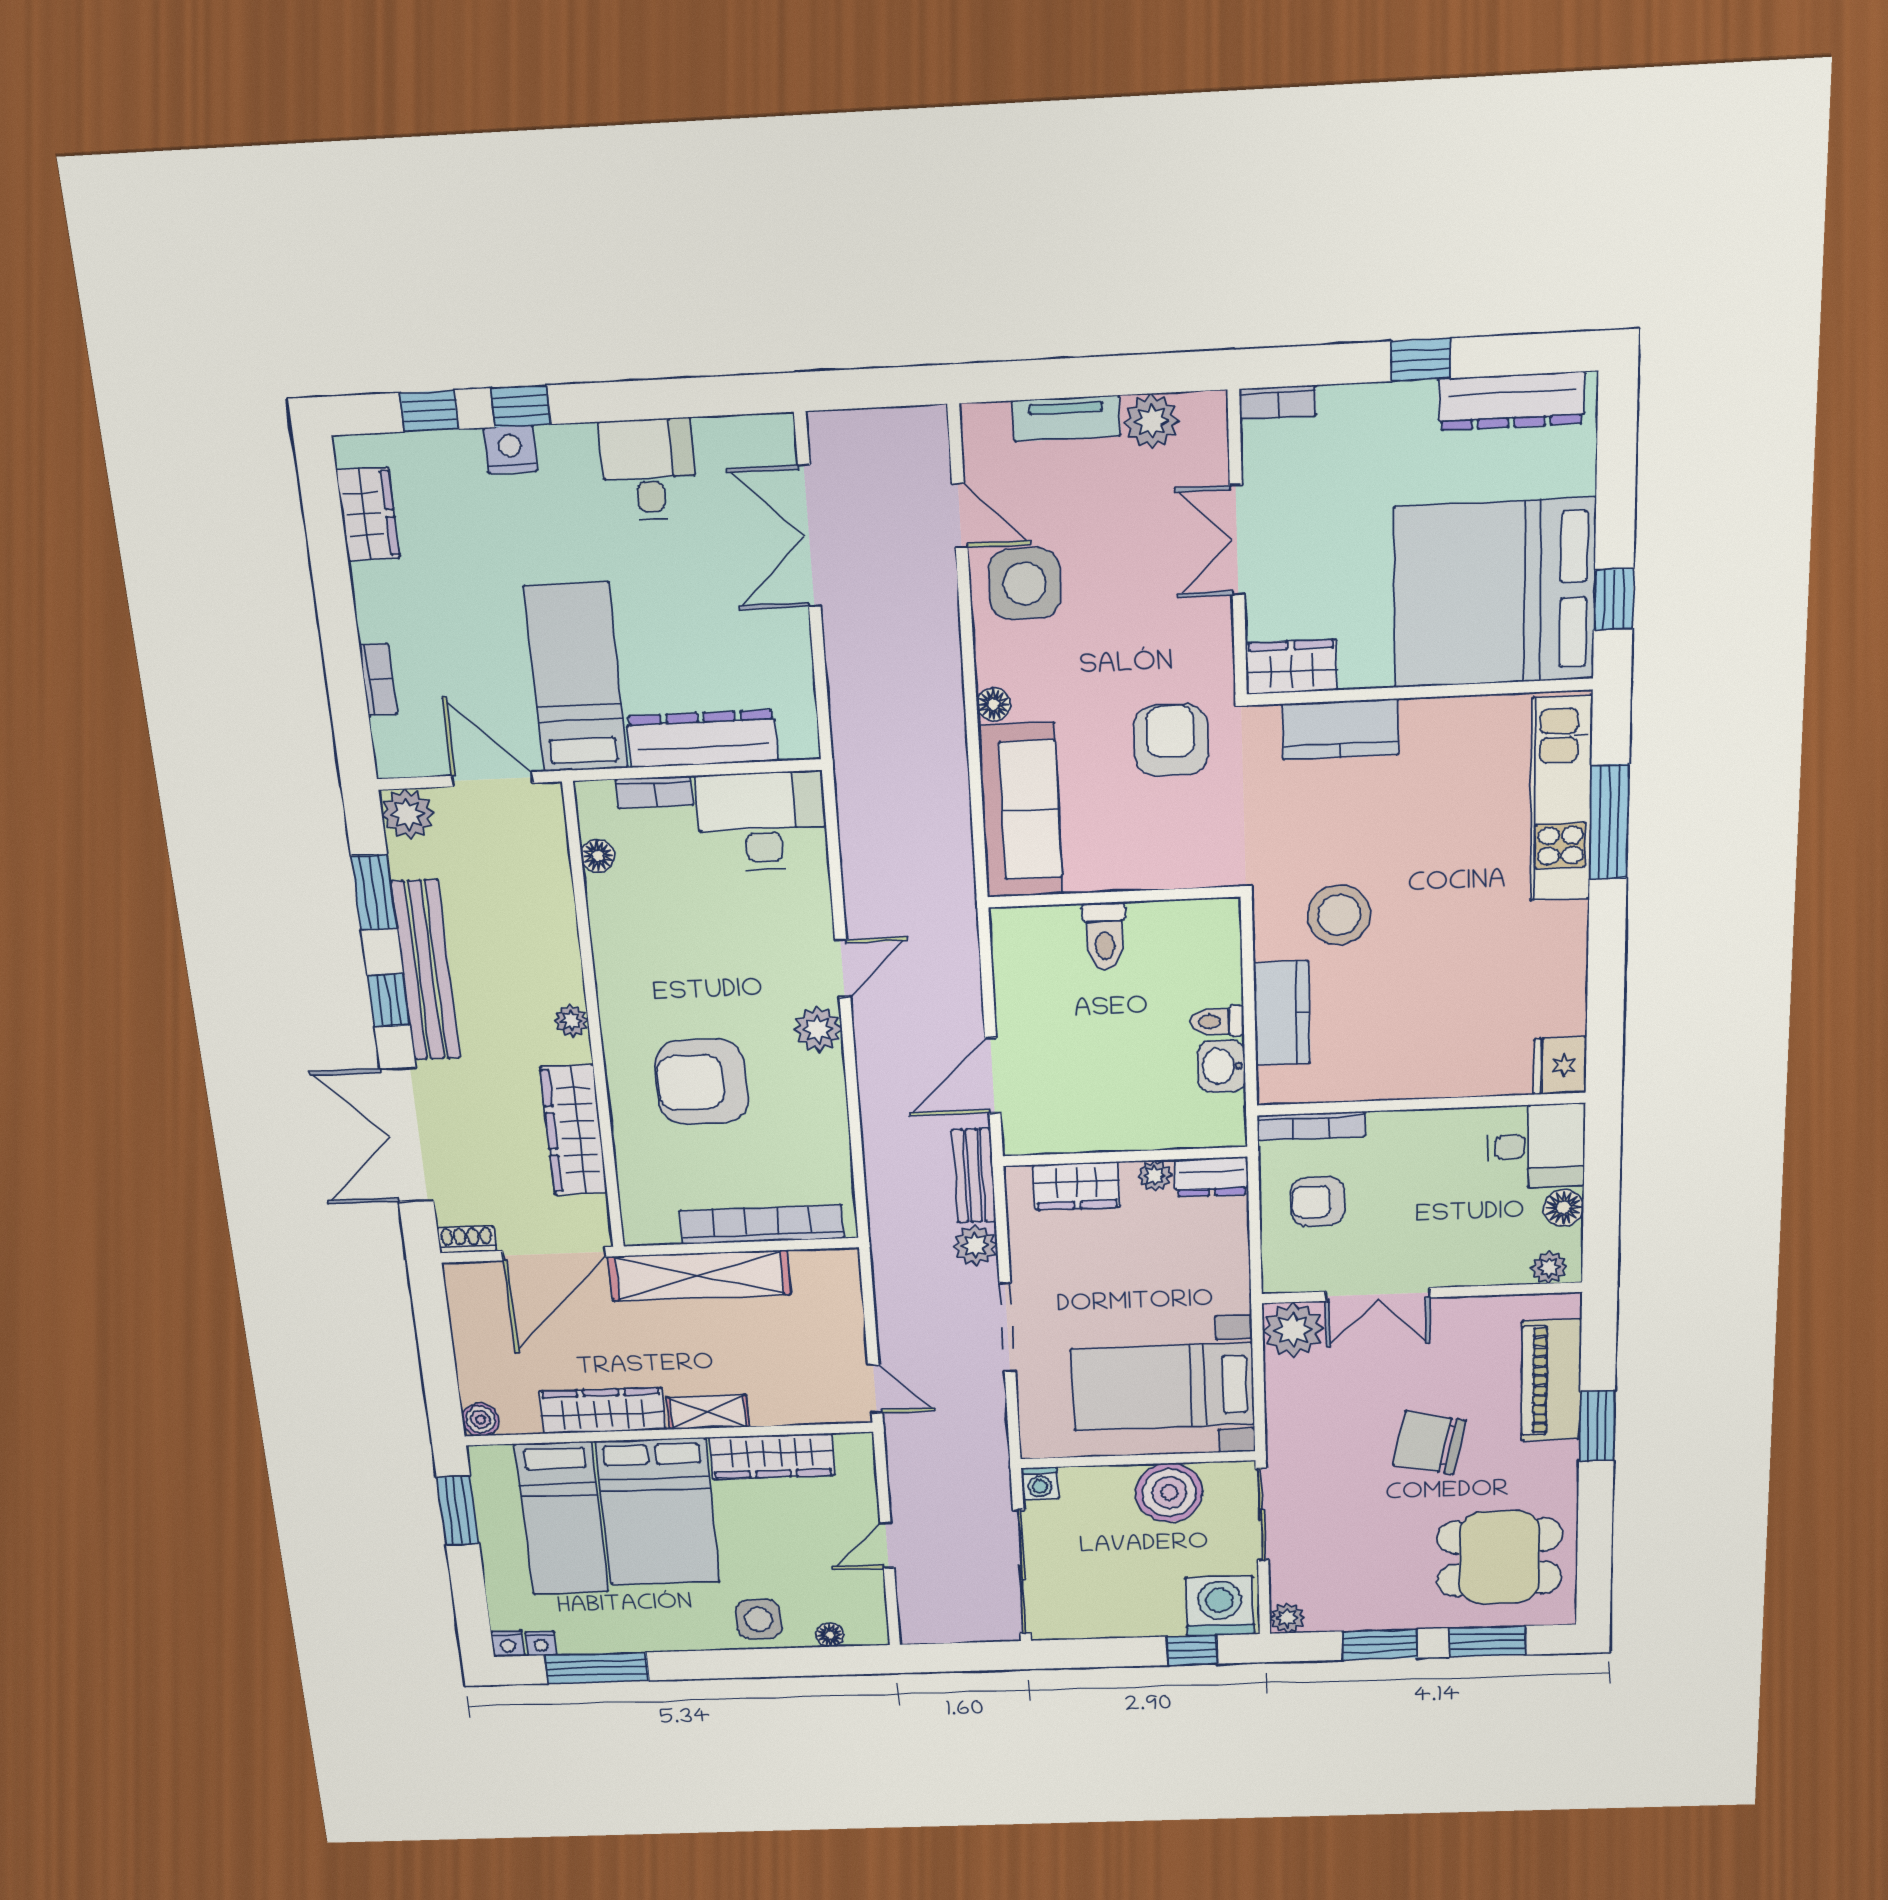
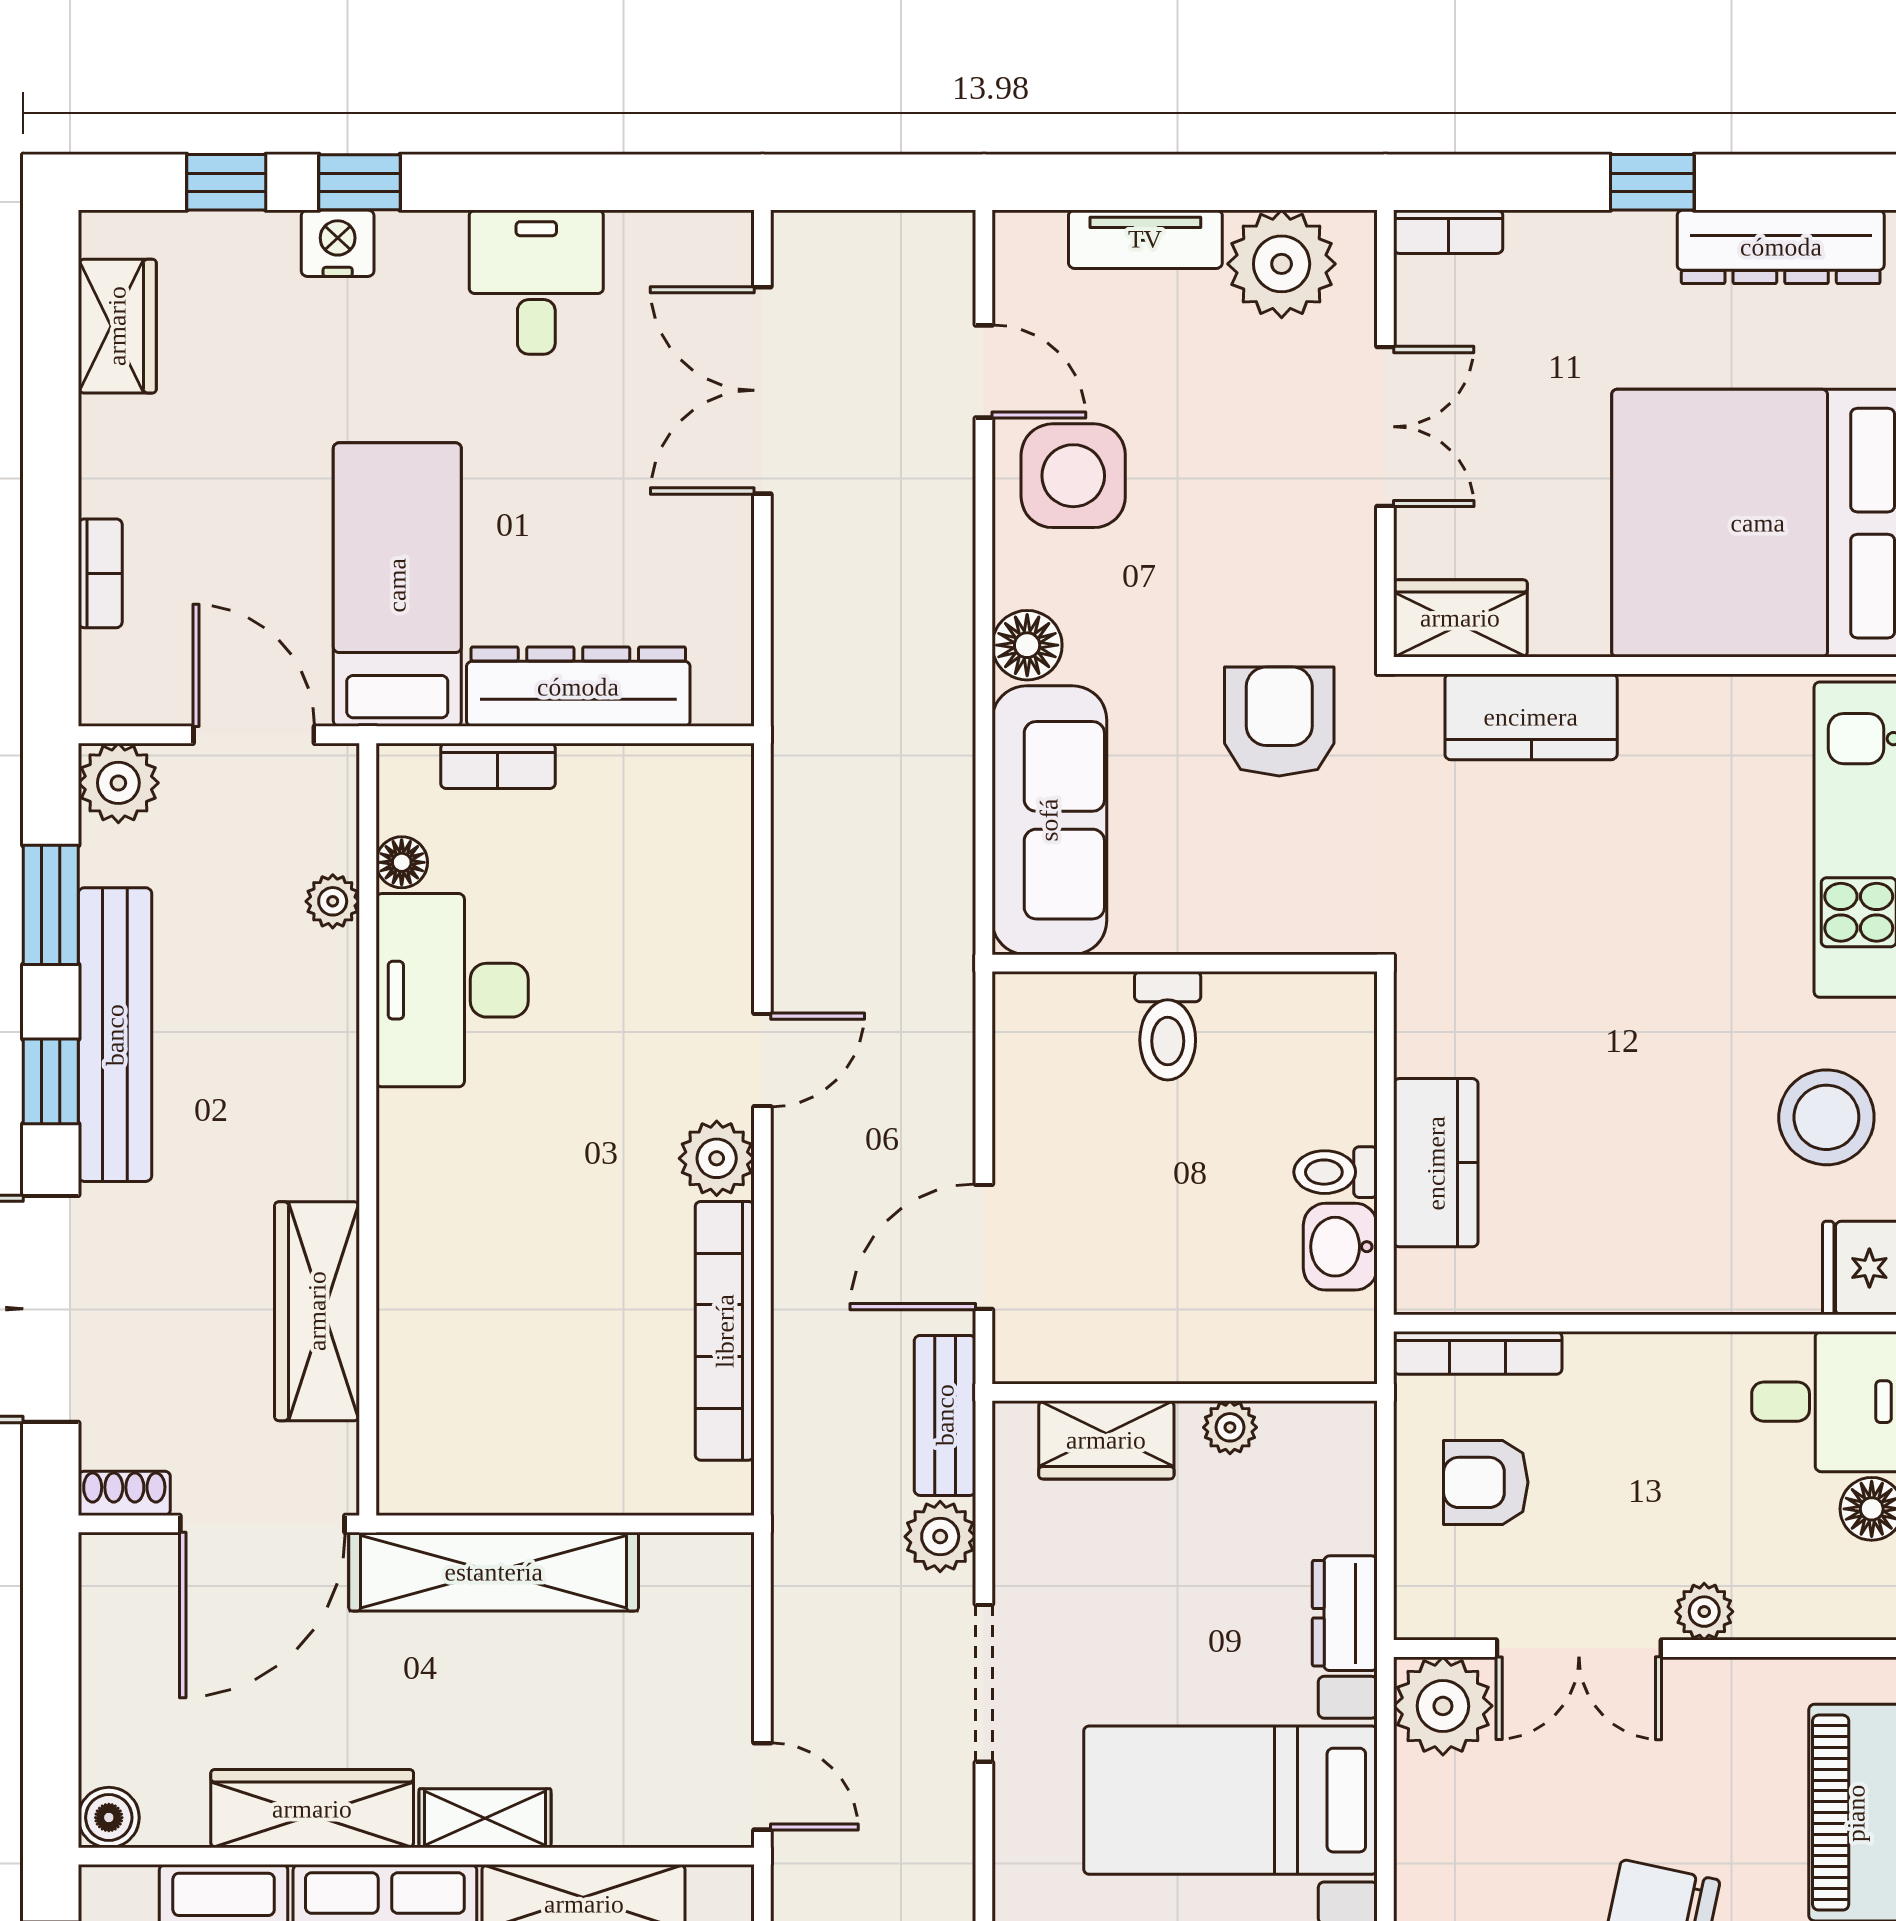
plant: (1152, 421) -> (1282, 264), width x1.36, depth x1.36
double door: (1237, 540) -> (1385, 427), swing flipped
floor lamp: (994, 704) -> (1027, 645), width x1.37, depth x1.37
desk: (762, 821) -> (452, 990), moved, turned -90
stool: (1339, 915) -> (1826, 1117), moved
plant: (571, 1021) -> (333, 901), moved
armchair: (701, 1082) -> (527, 1238), removed
dresser: (1212, 1177) -> (1345, 1613), moved, turned 90
bookcase: (762, 1224) -> (725, 1331), moved, turned -90
plant: (1549, 1267) -> (1704, 1612), moved

